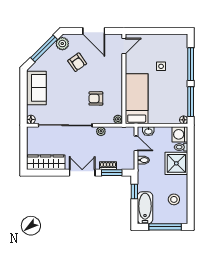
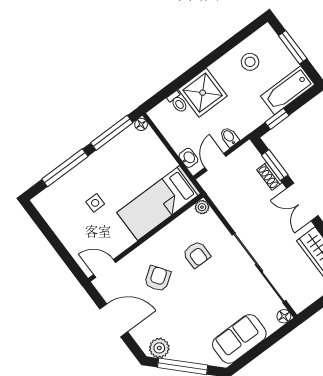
door: (94, 31) -> (114, 320), hinge flipped
armchair: (77, 62) -> (158, 279), moved
plant: (101, 131) -> (233, 217), removed
washing machine: (180, 134) -> (163, 115), removed
window: (165, 227) -> (293, 47), width x0.69

